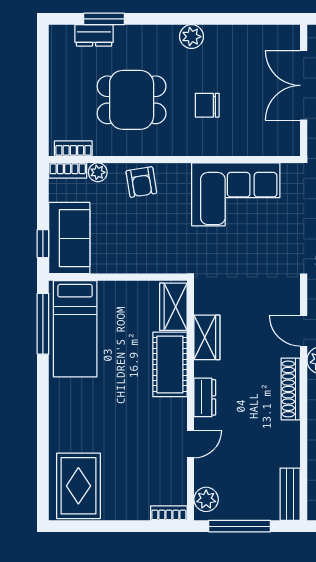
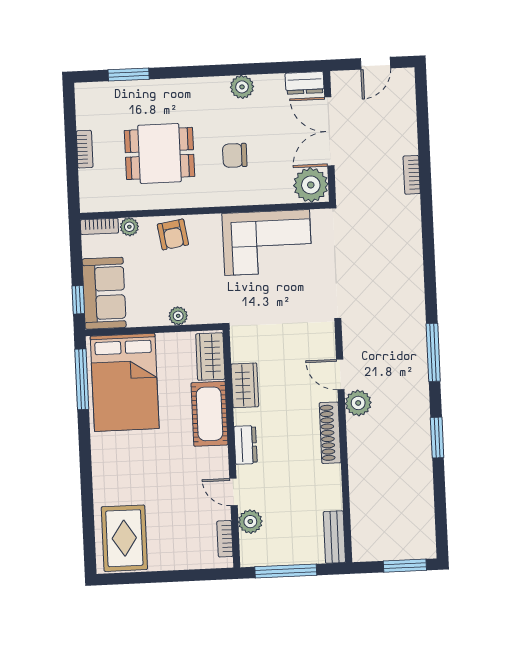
dresser: (94, 35) -> (305, 83), moved
plant: (192, 37) -> (242, 87), moved
plant: (282, 138) -> (311, 185), added
bookcase: (73, 149) -> (85, 149), moved, turned 90
plant: (143, 264) -> (178, 316), added
bed: (75, 329) -> (125, 382), width x1.50
door: (191, 444) -> (233, 492), swing flipped
plant: (206, 499) -> (250, 522), moved
bookcase: (169, 513) -> (225, 539), moved, turned -90

